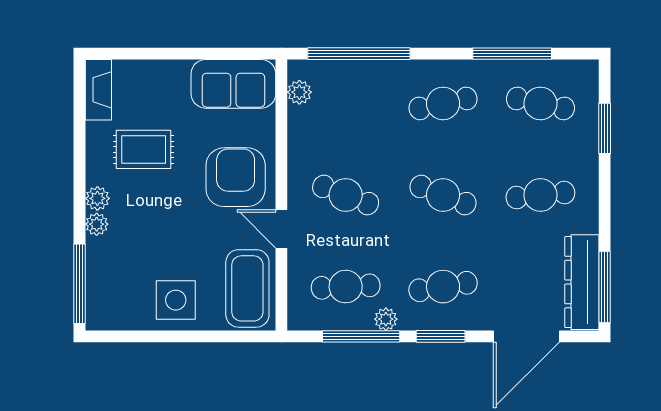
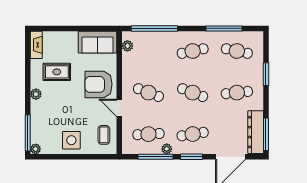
window: (605, 128) -> (266, 74), moved
armchair: (236, 177) -> (99, 84), turned -90
plant: (97, 224) -> (36, 149), moved
coffee table: (247, 288) -> (104, 135), width x0.54, depth x0.58

